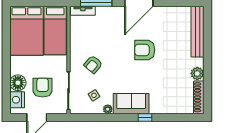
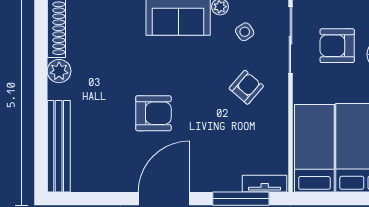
armchair: (43, 88) -> (337, 46), turned 90

